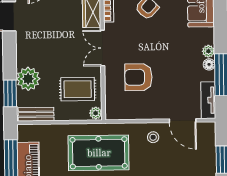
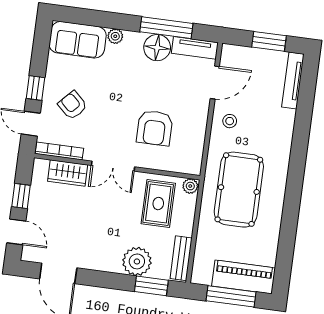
plant: (208, 51) -> (115, 36), moved
floor lamp: (209, 64) -> (157, 48), width x1.89, depth x1.89

